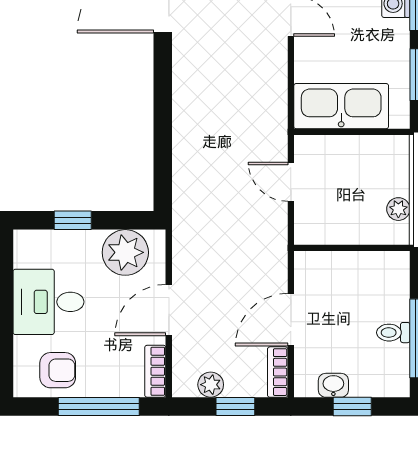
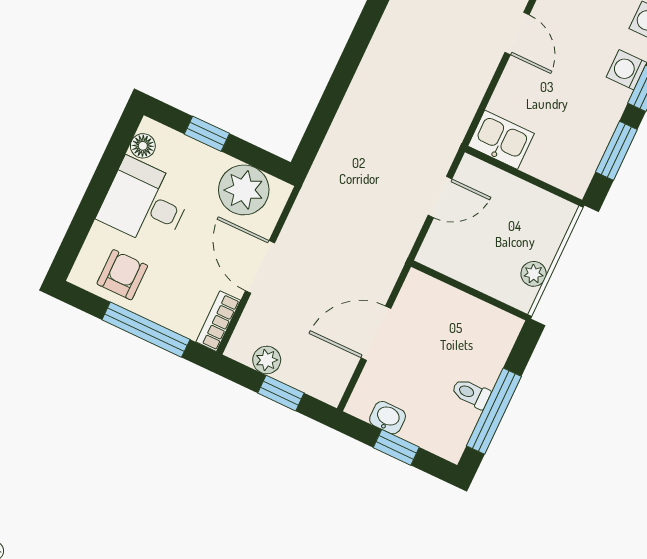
kitchen sink: (341, 106) -> (501, 140), width x0.53, depth x0.81
door: (291, 182) -> (440, 197), swing flipped
floor lamp: (24, 255) -> (143, 146), added
door: (169, 310) -> (260, 267), hinge flipped
armchair: (58, 370) -> (122, 275), turned -90
bookcase: (278, 372) -> (339, 379), removed

